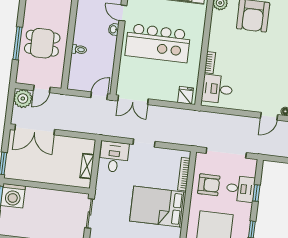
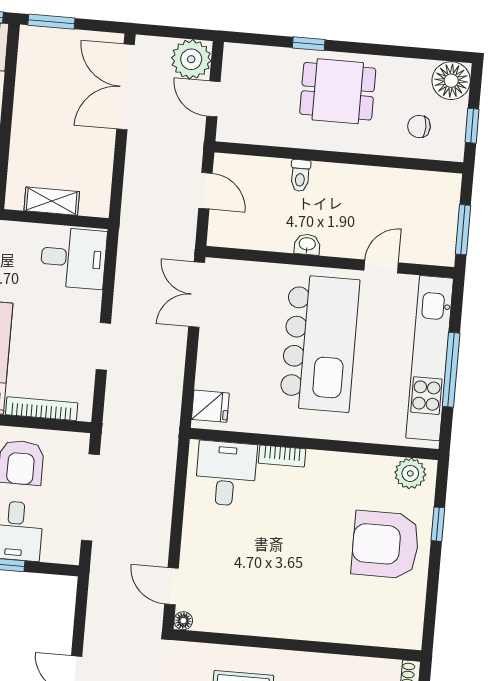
washbasin: (114, 29) -> (307, 244), moved
window: (17, 43) -> (309, 44), width x0.46
dining table: (42, 43) -> (338, 91), moved, turned 90
kitchen island: (158, 43) -> (320, 343), turned 180
door: (99, 96) -> (205, 191), moved
doorway: (144, 143) -> (103, 346), moved

